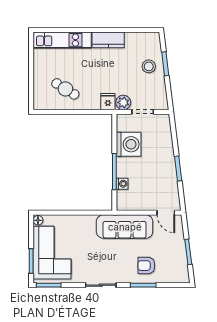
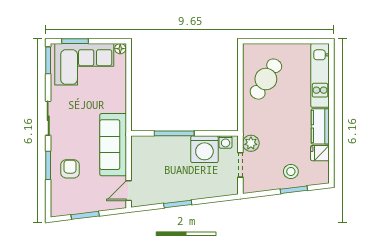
cafe table: (65, 89) -> (266, 79), width x1.37, depth x1.35
fridge: (108, 102) -> (320, 153), moved, turned 180
washing machine: (122, 184) -> (226, 142), moved

